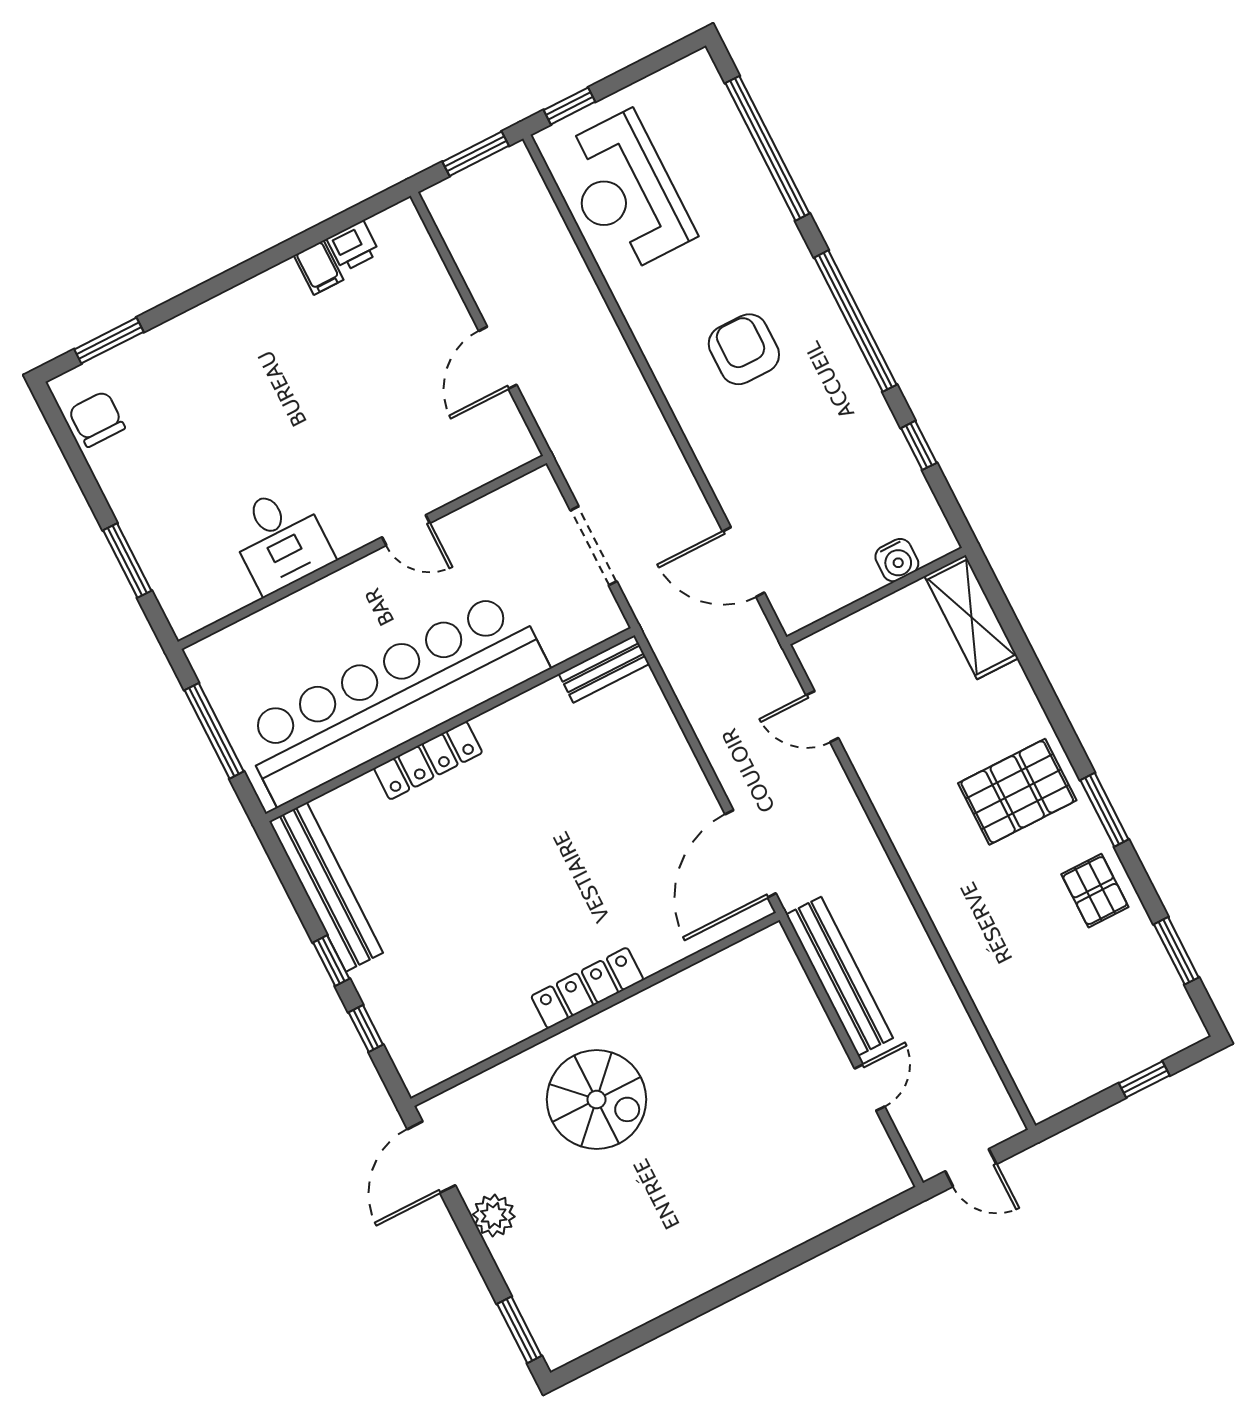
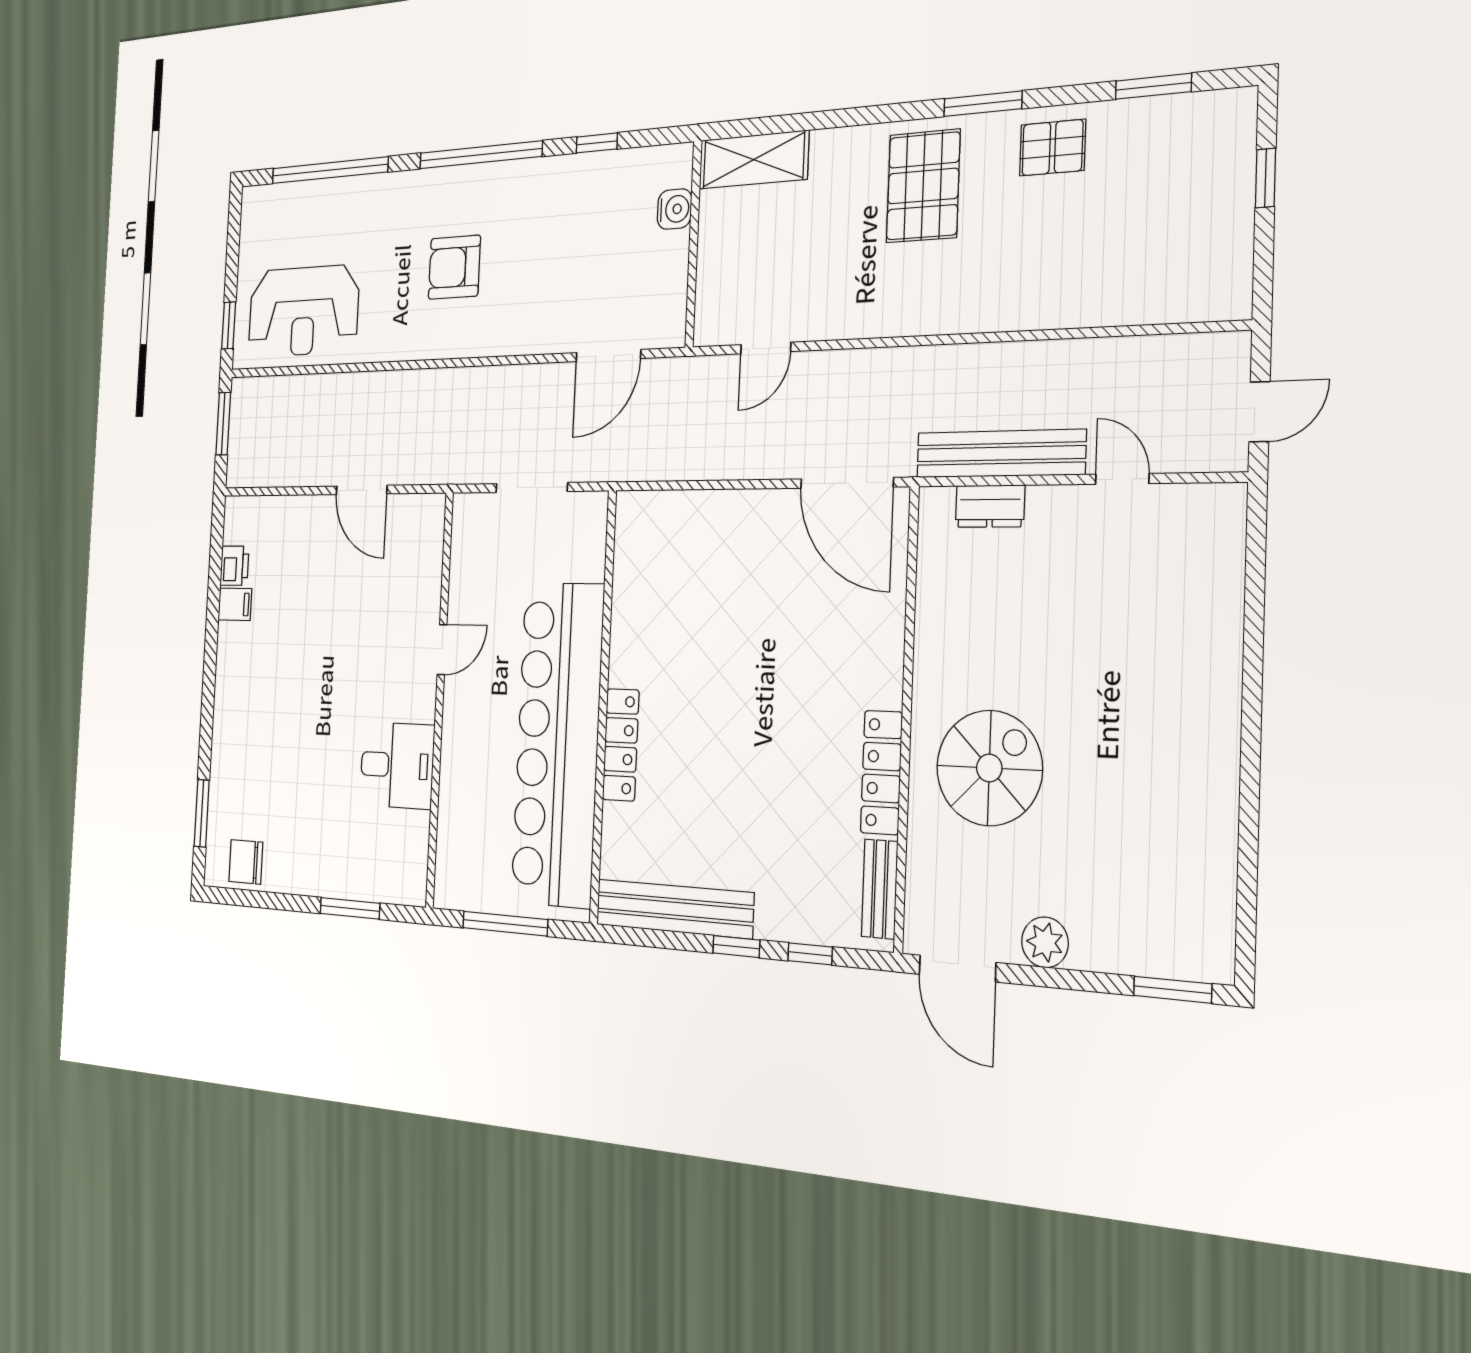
bench: (604, 669) -> (880, 889), moved
locker: (587, 988) -> (881, 773), moved
dresser: (795, 990) -> (990, 506), added

